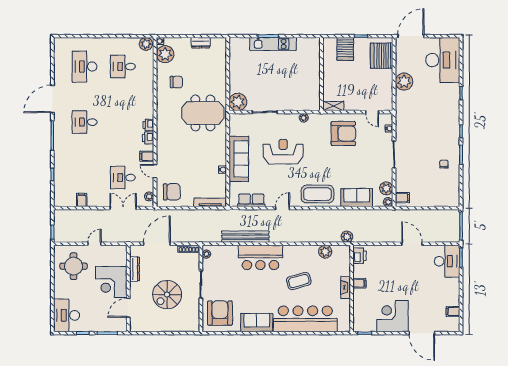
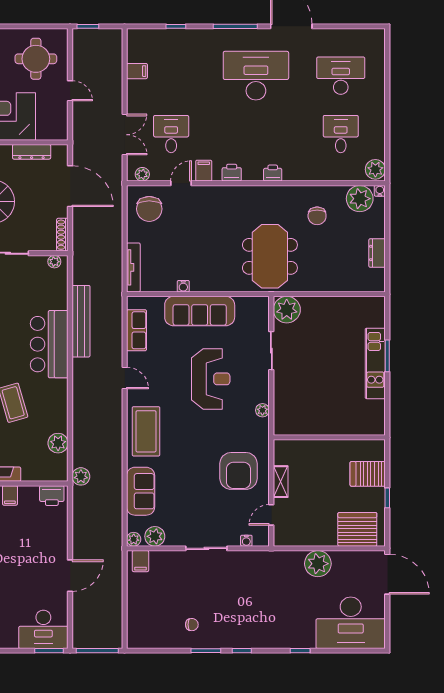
shelving: (333, 106) -> (281, 482), moved
desk: (85, 122) -> (256, 76), width x1.87, depth x1.30
printer: (148, 125) -> (273, 173), moved

